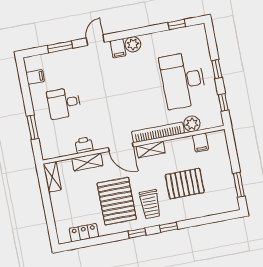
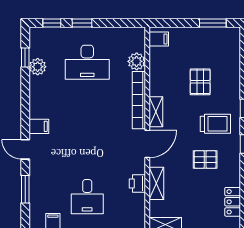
plant: (133, 44) -> (38, 67), moved
desk: (183, 80) -> (87, 62), width x0.73, depth x0.77
window: (223, 102) -> (52, 23), moved
filing cabinet: (201, 143) -> (159, 39), moved
pallet: (185, 184) -> (200, 82), width x0.67, depth x0.71
pallet: (117, 201) -> (205, 160), width x0.49, depth x0.50

